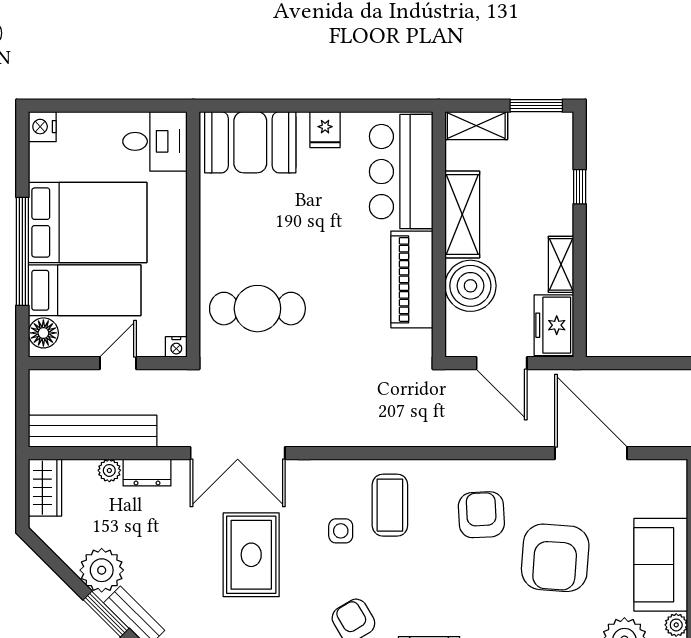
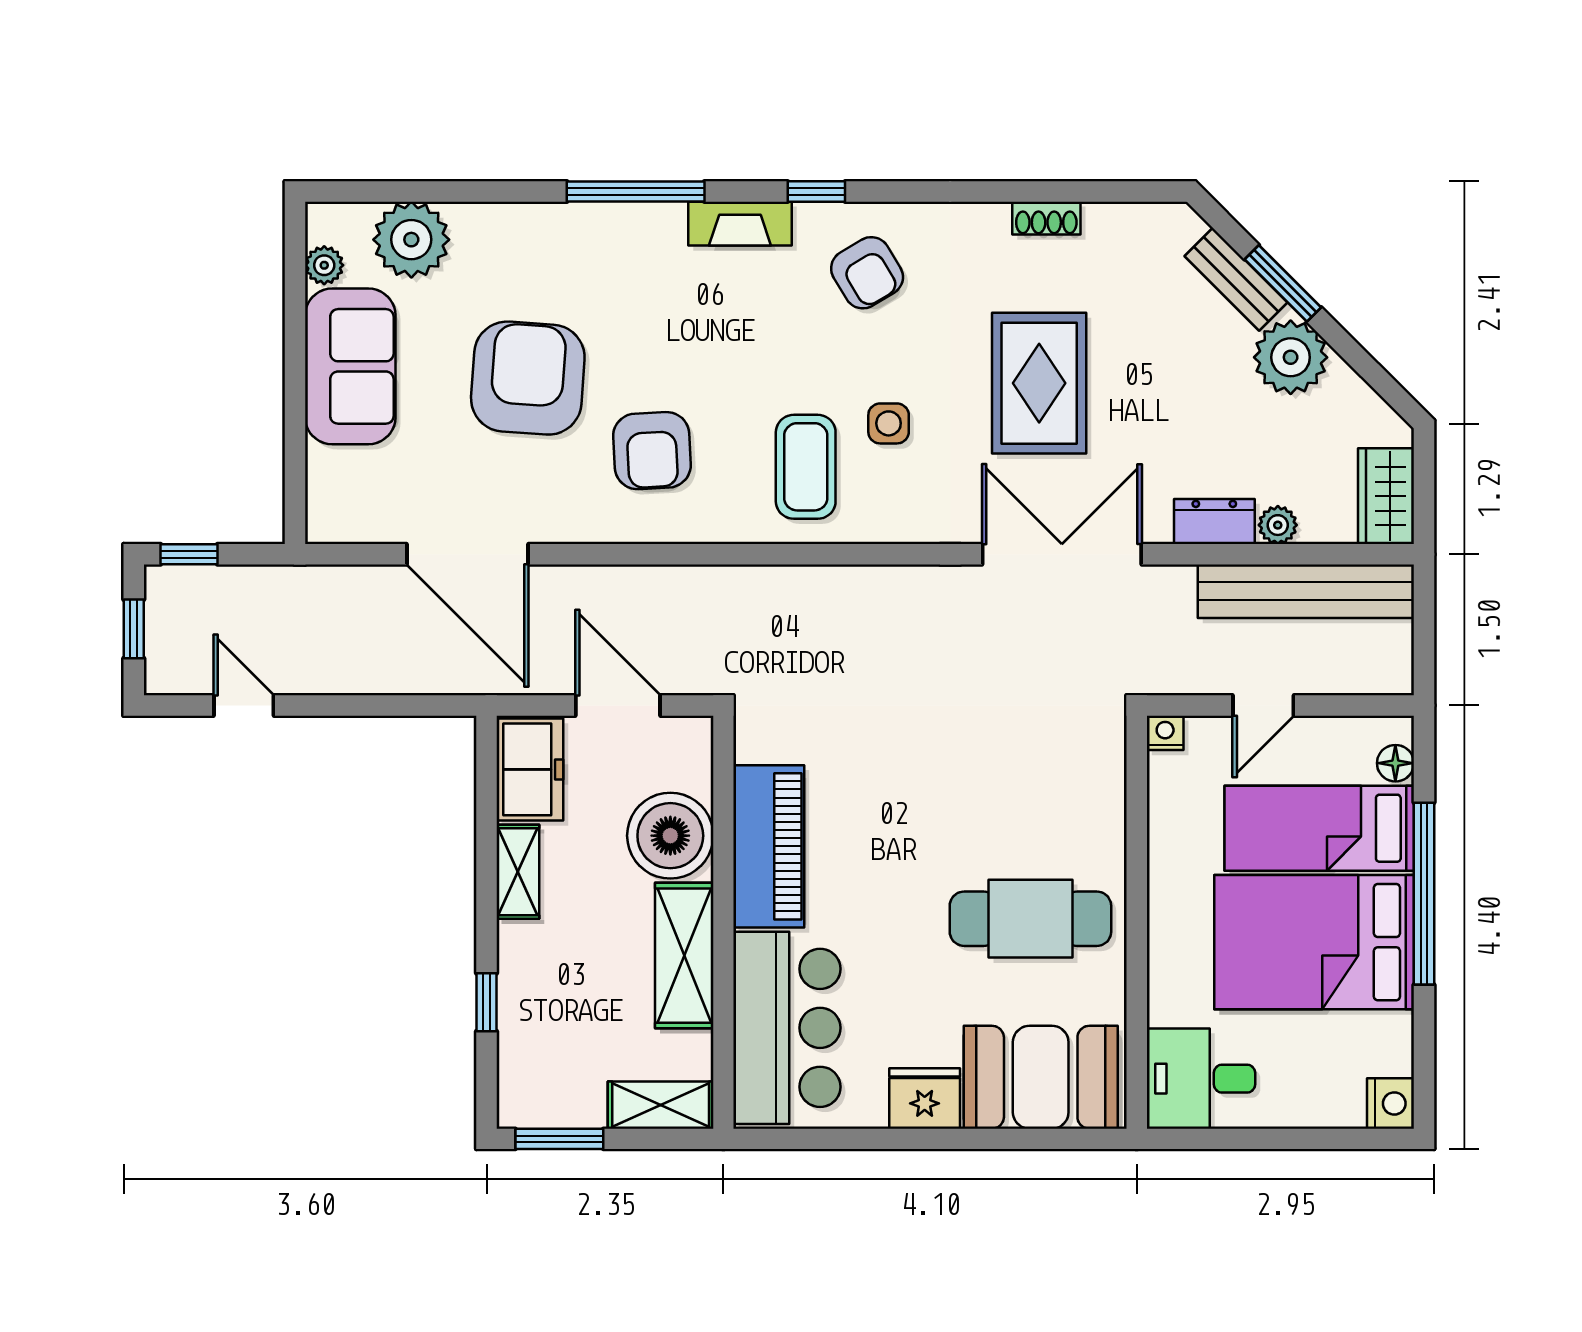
fridge: (325, 130) -> (925, 1099), width x1.38
cafe table: (257, 309) -> (1030, 919), moved
floor lamp: (43, 333) -> (1395, 763), width x0.73, depth x0.73

